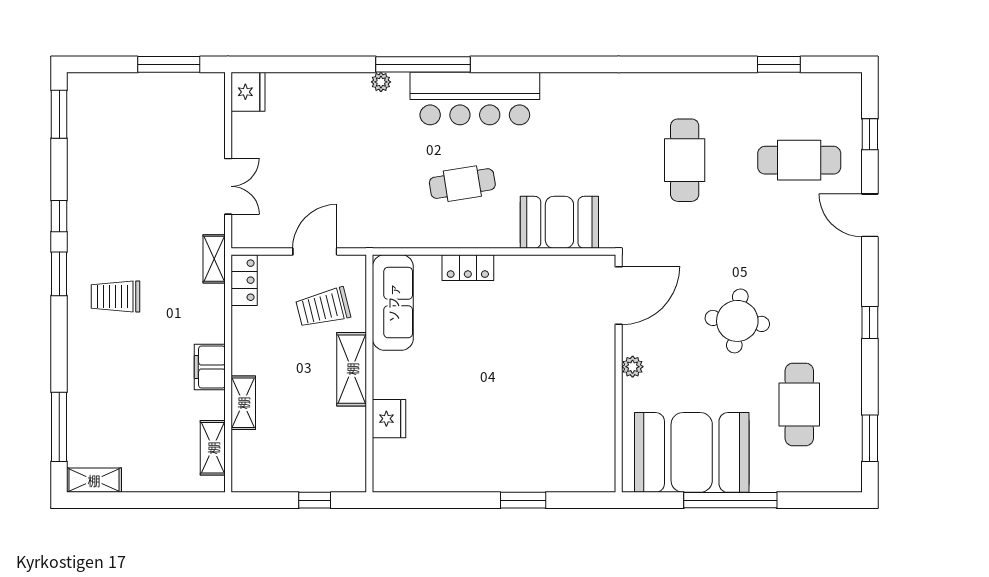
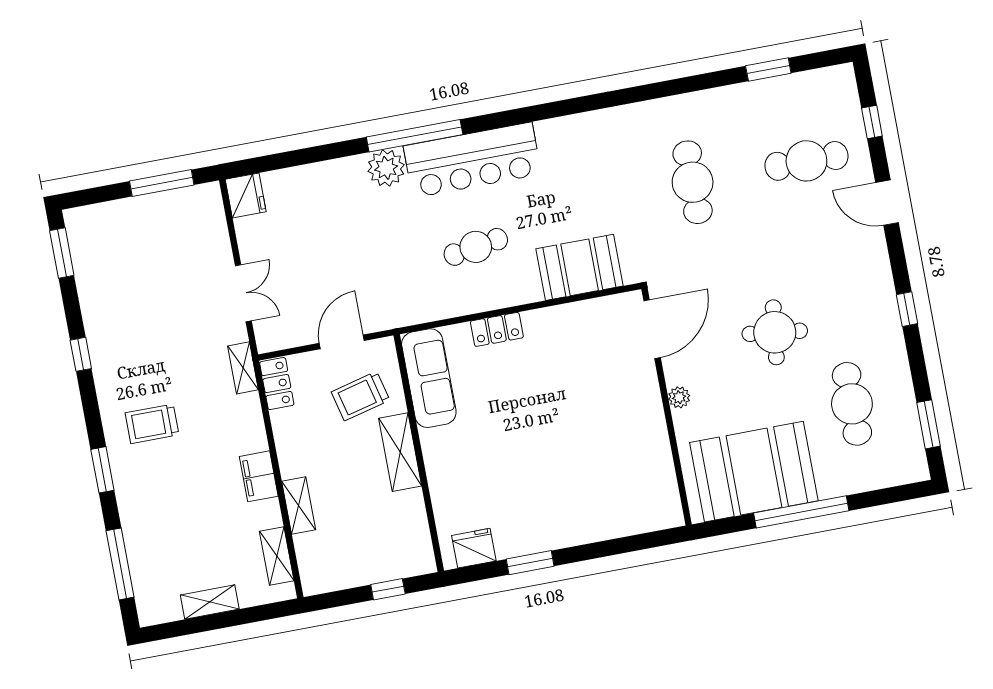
plant: (381, 82) -> (386, 168), width x1.88, depth x1.88
window: (59, 274) -> (102, 470), moved
fridge: (389, 419) -> (474, 548), moved, turned -90
shelving: (94, 480) -> (210, 602), moved
window: (523, 500) -> (530, 563), moved

